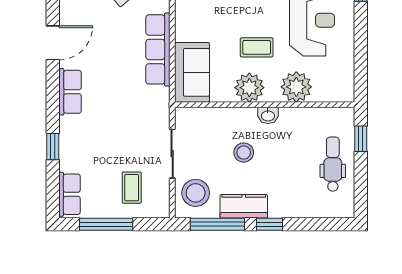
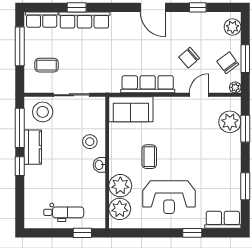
plant: (249, 88) -> (120, 209), moved
row of seats: (70, 92) -> (84, 20), moved, width x1.48
stool: (244, 152) -> (90, 142), moved

